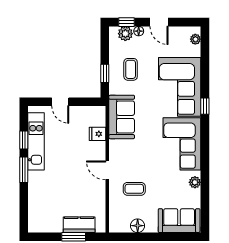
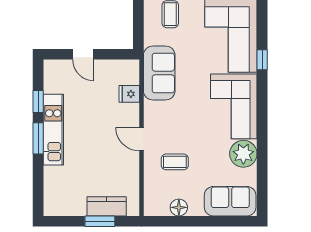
window: (105, 73) -> (138, 19), removed
kitchen unit: (36, 141) -> (53, 130), moved
plant: (195, 182) -> (243, 154), width x1.88, depth x1.88

